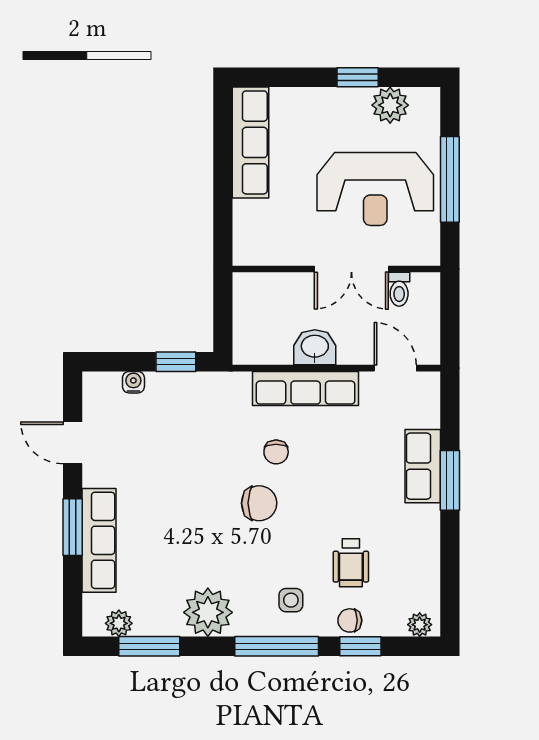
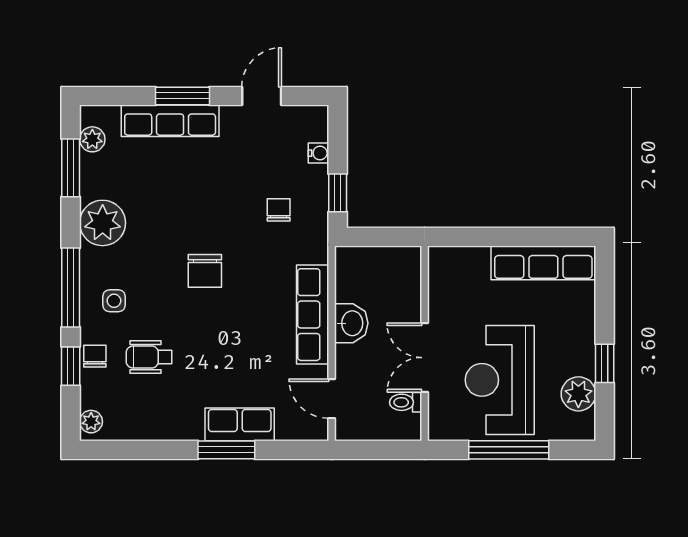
door: (395, 368) -> (332, 399), swing flipped
chair: (276, 452) -> (279, 210), moved, turned 90

